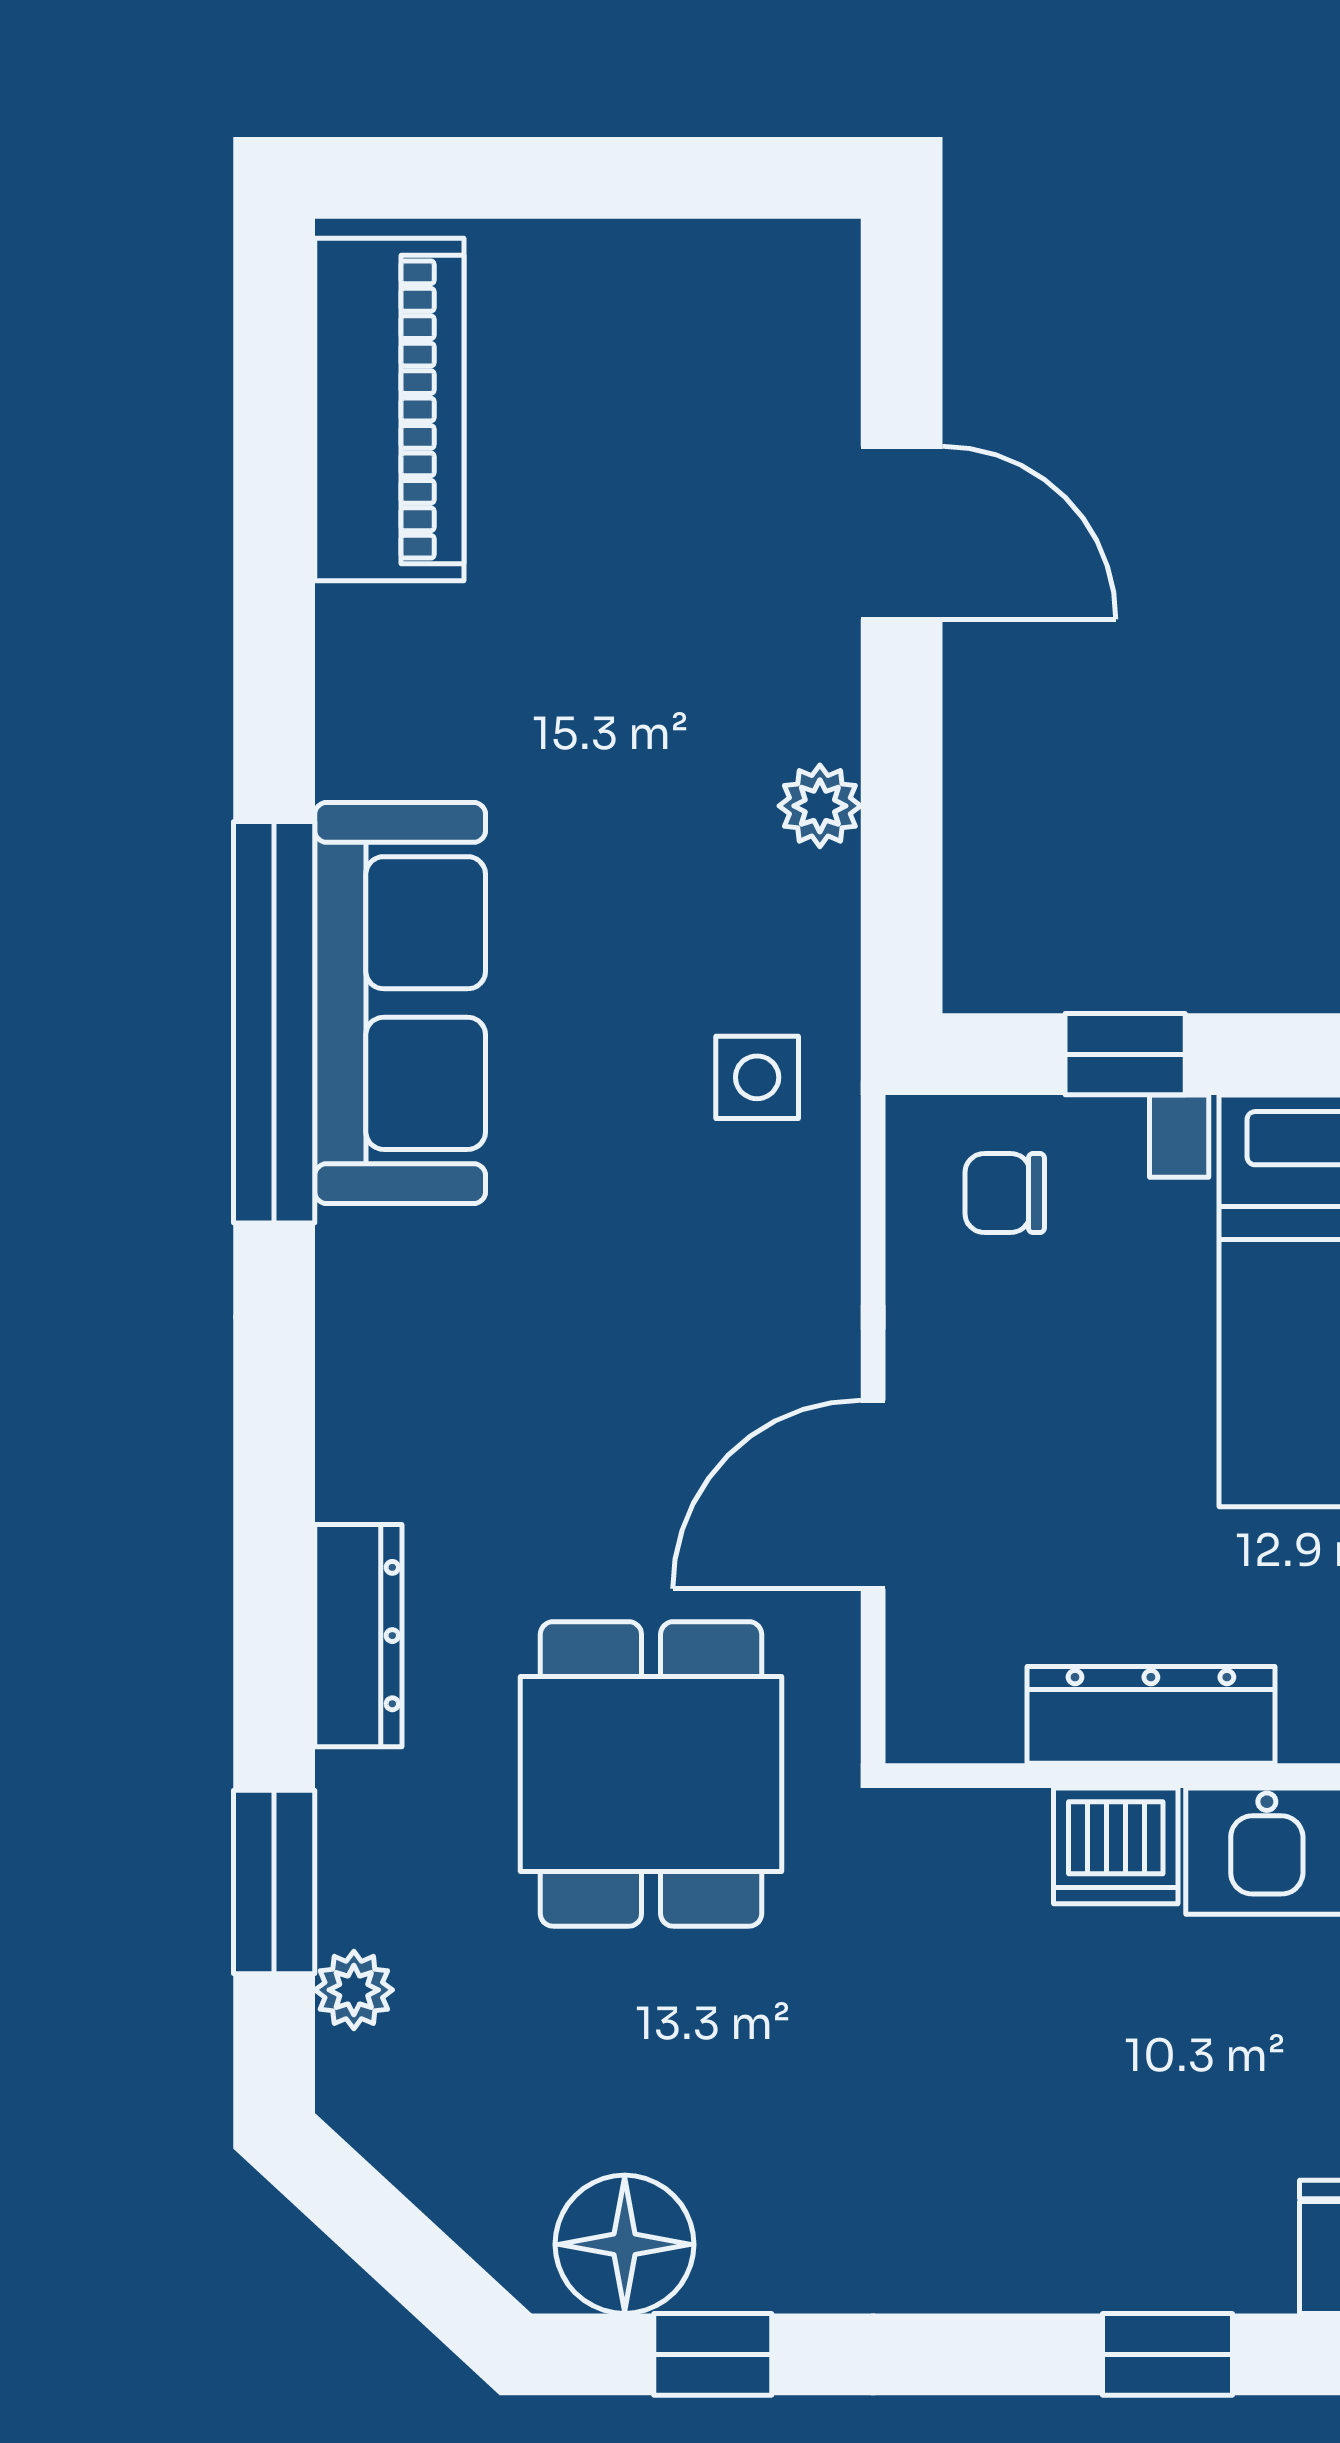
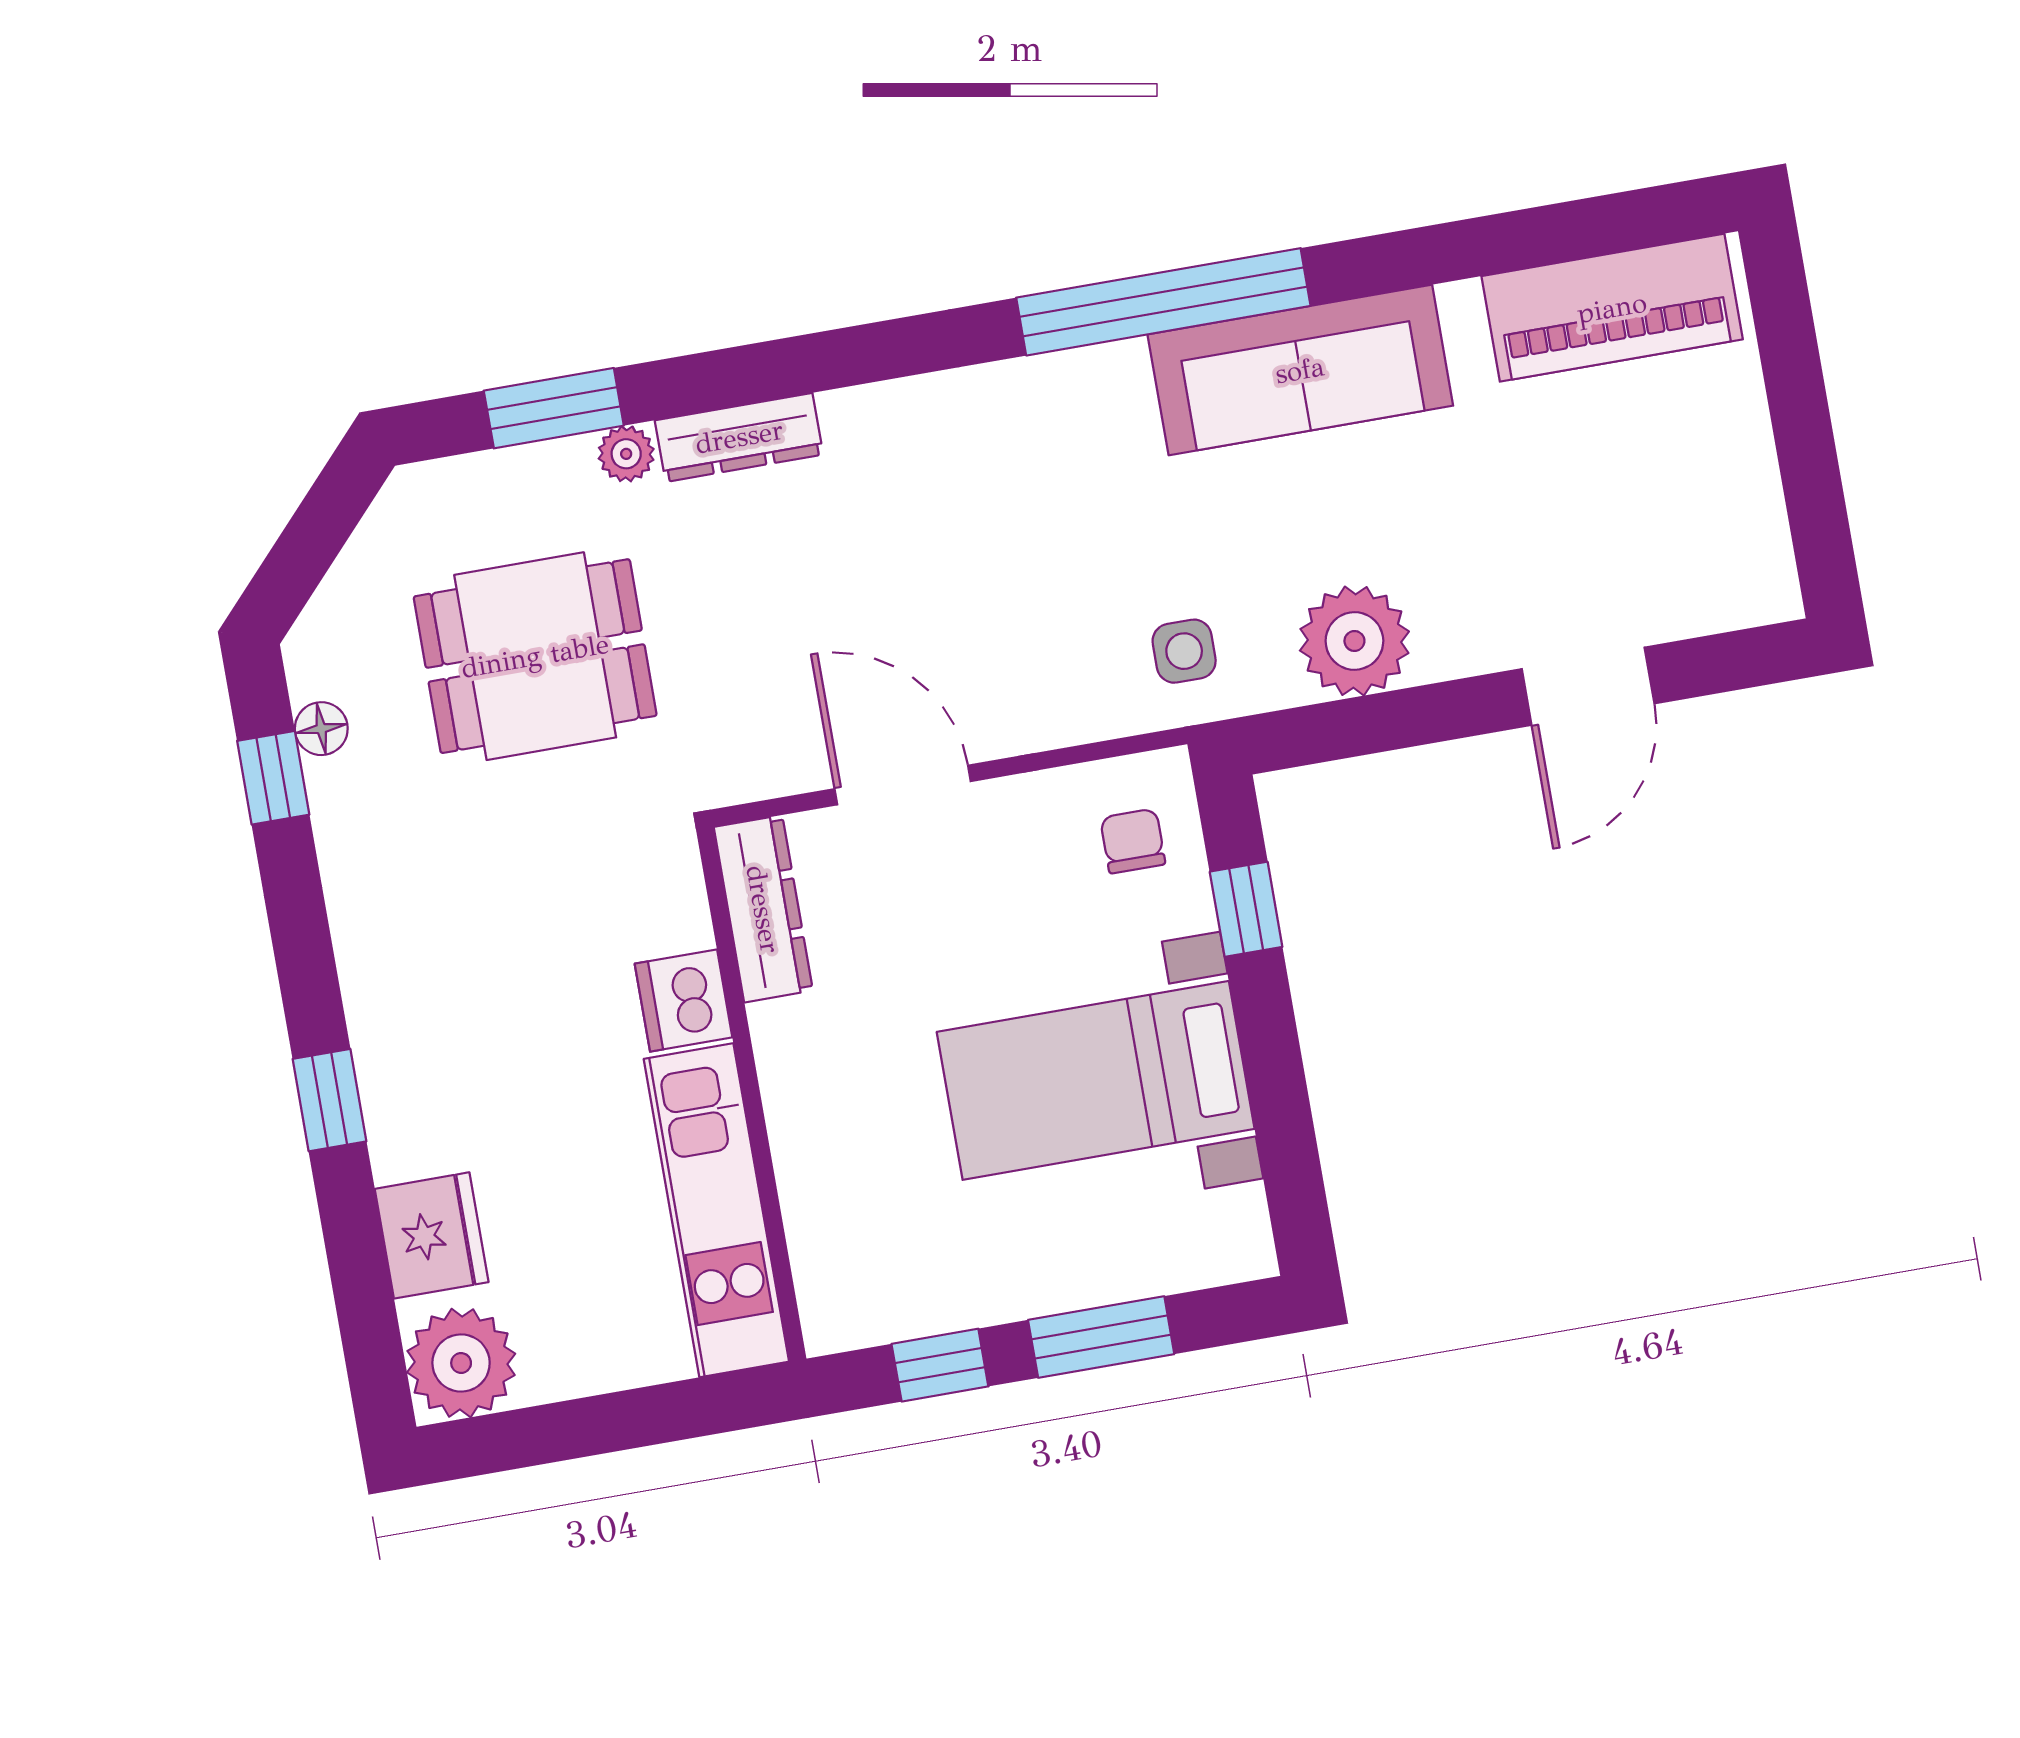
plant: (820, 806) -> (1354, 641), width x1.87, depth x1.87
sofa: (400, 1003) -> (1300, 370), moved
dresser: (1151, 1715) -> (763, 909), moved
dining table: (651, 1774) -> (535, 656), moved
plant: (354, 1990) -> (626, 454), moved
floor lamp: (625, 2244) -> (321, 729), width x0.53, depth x0.53

